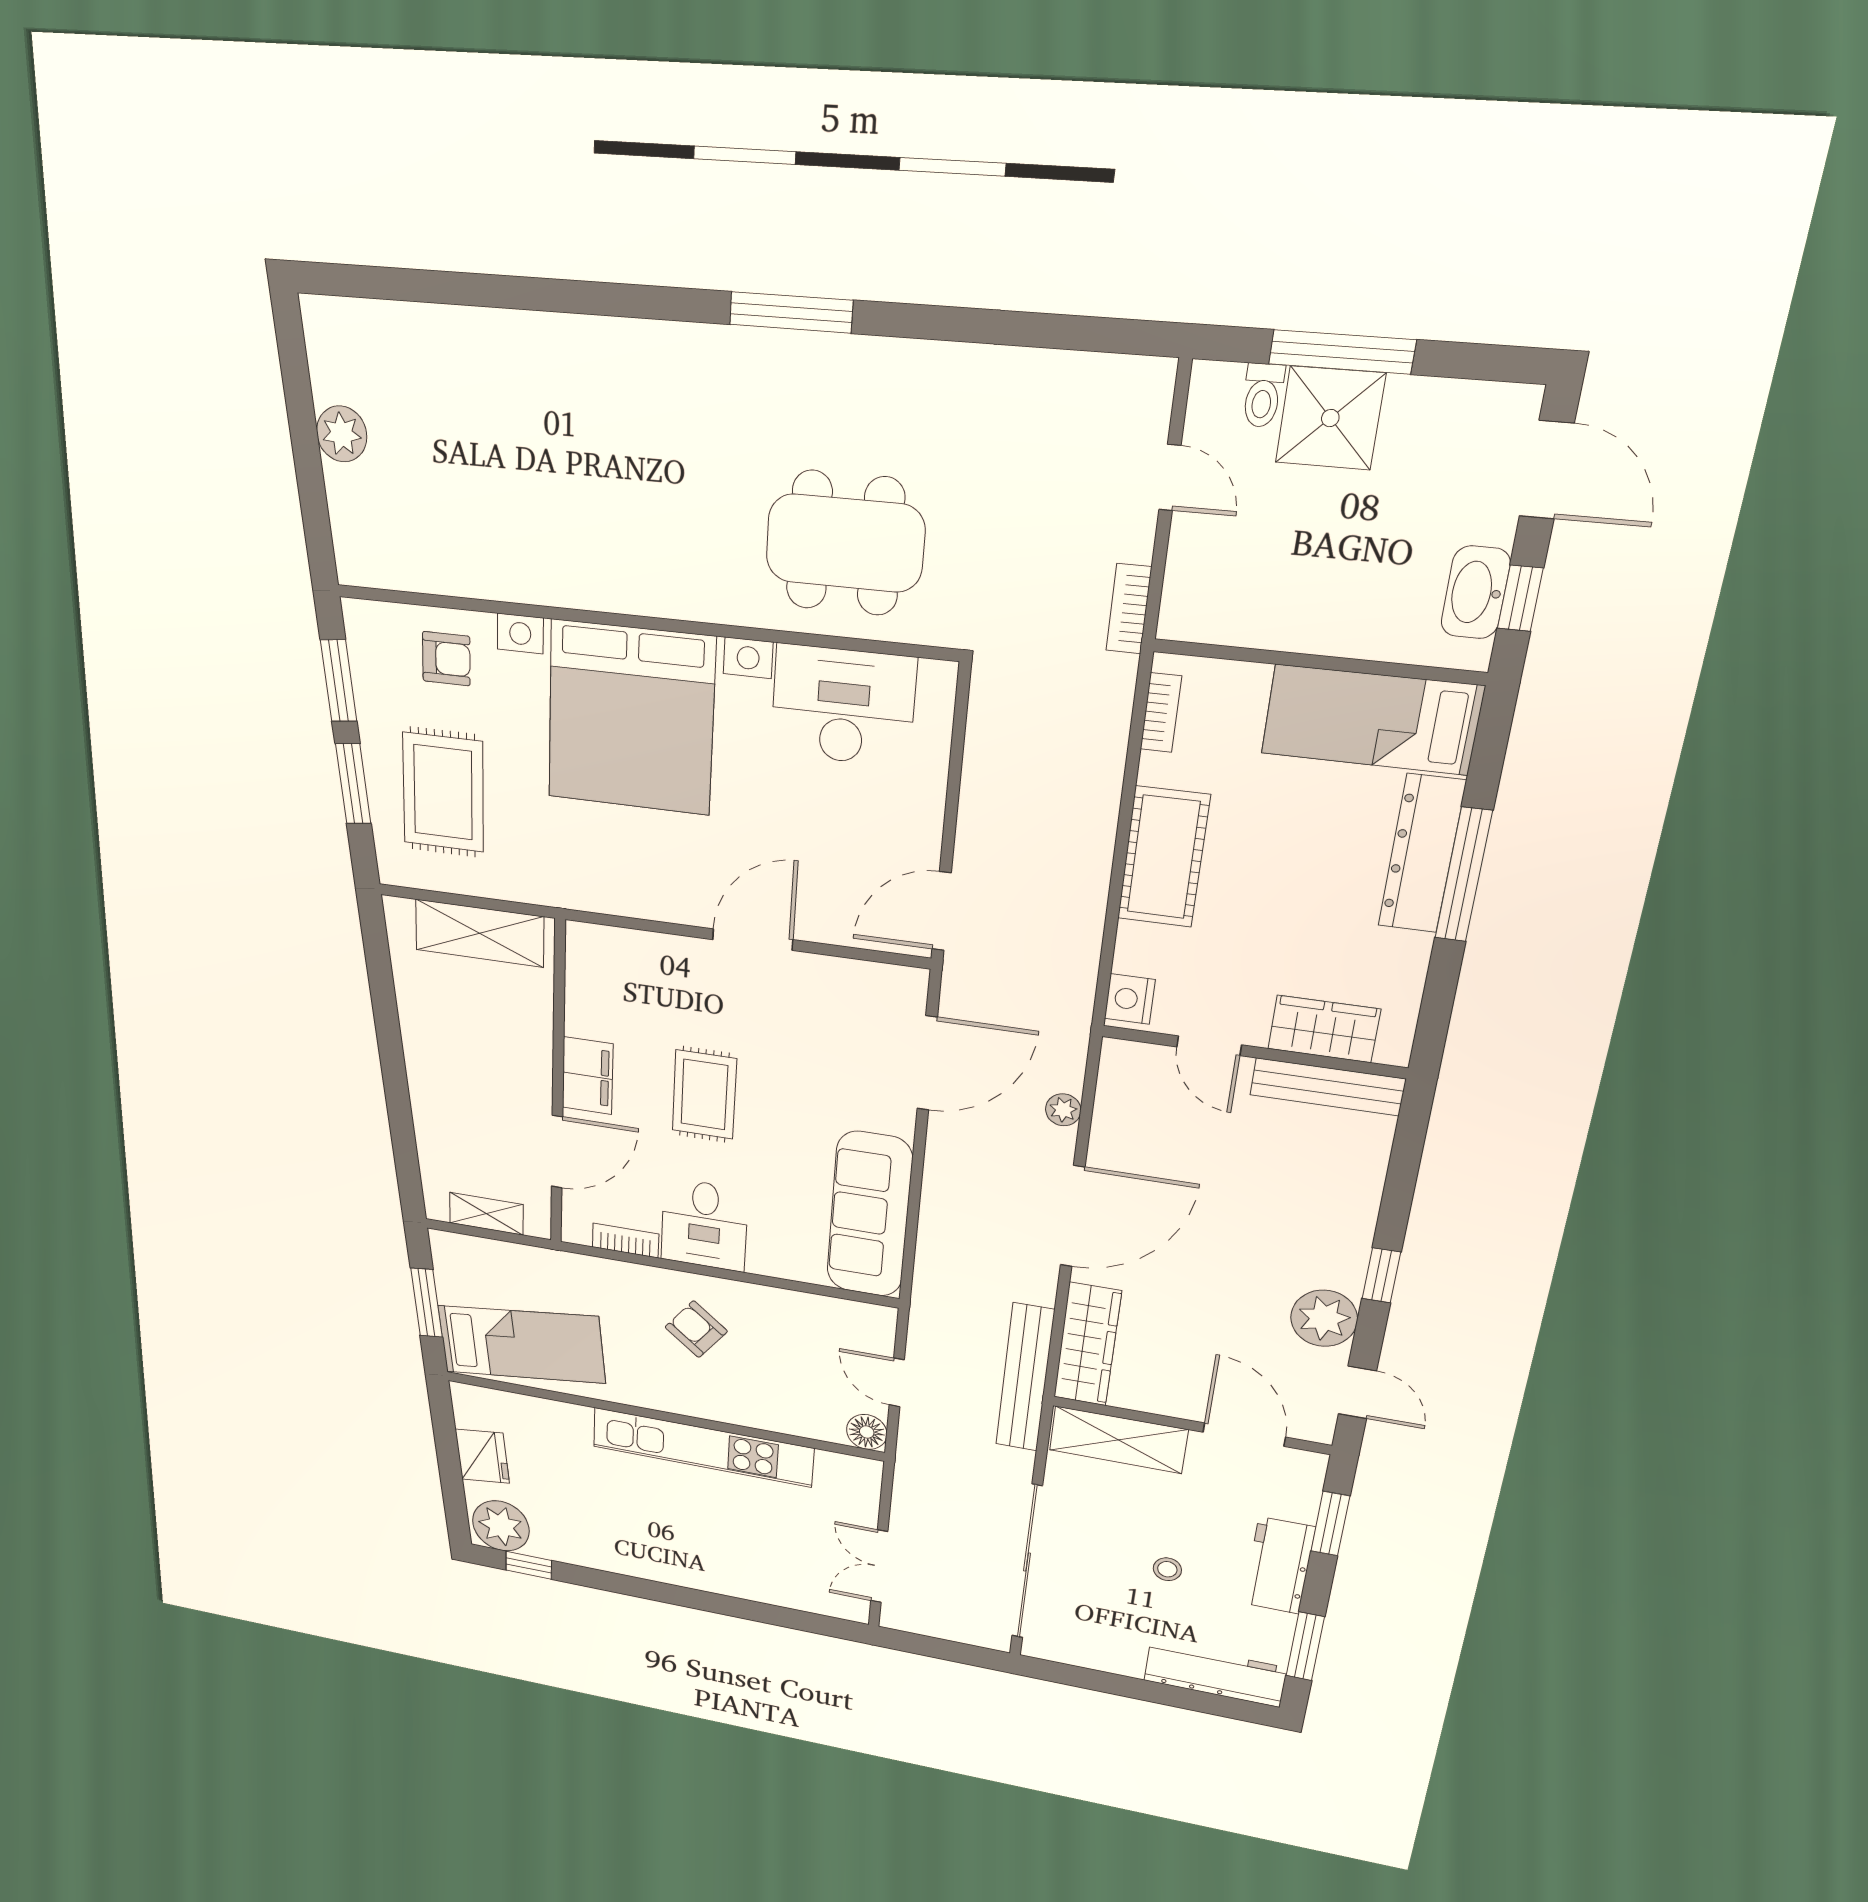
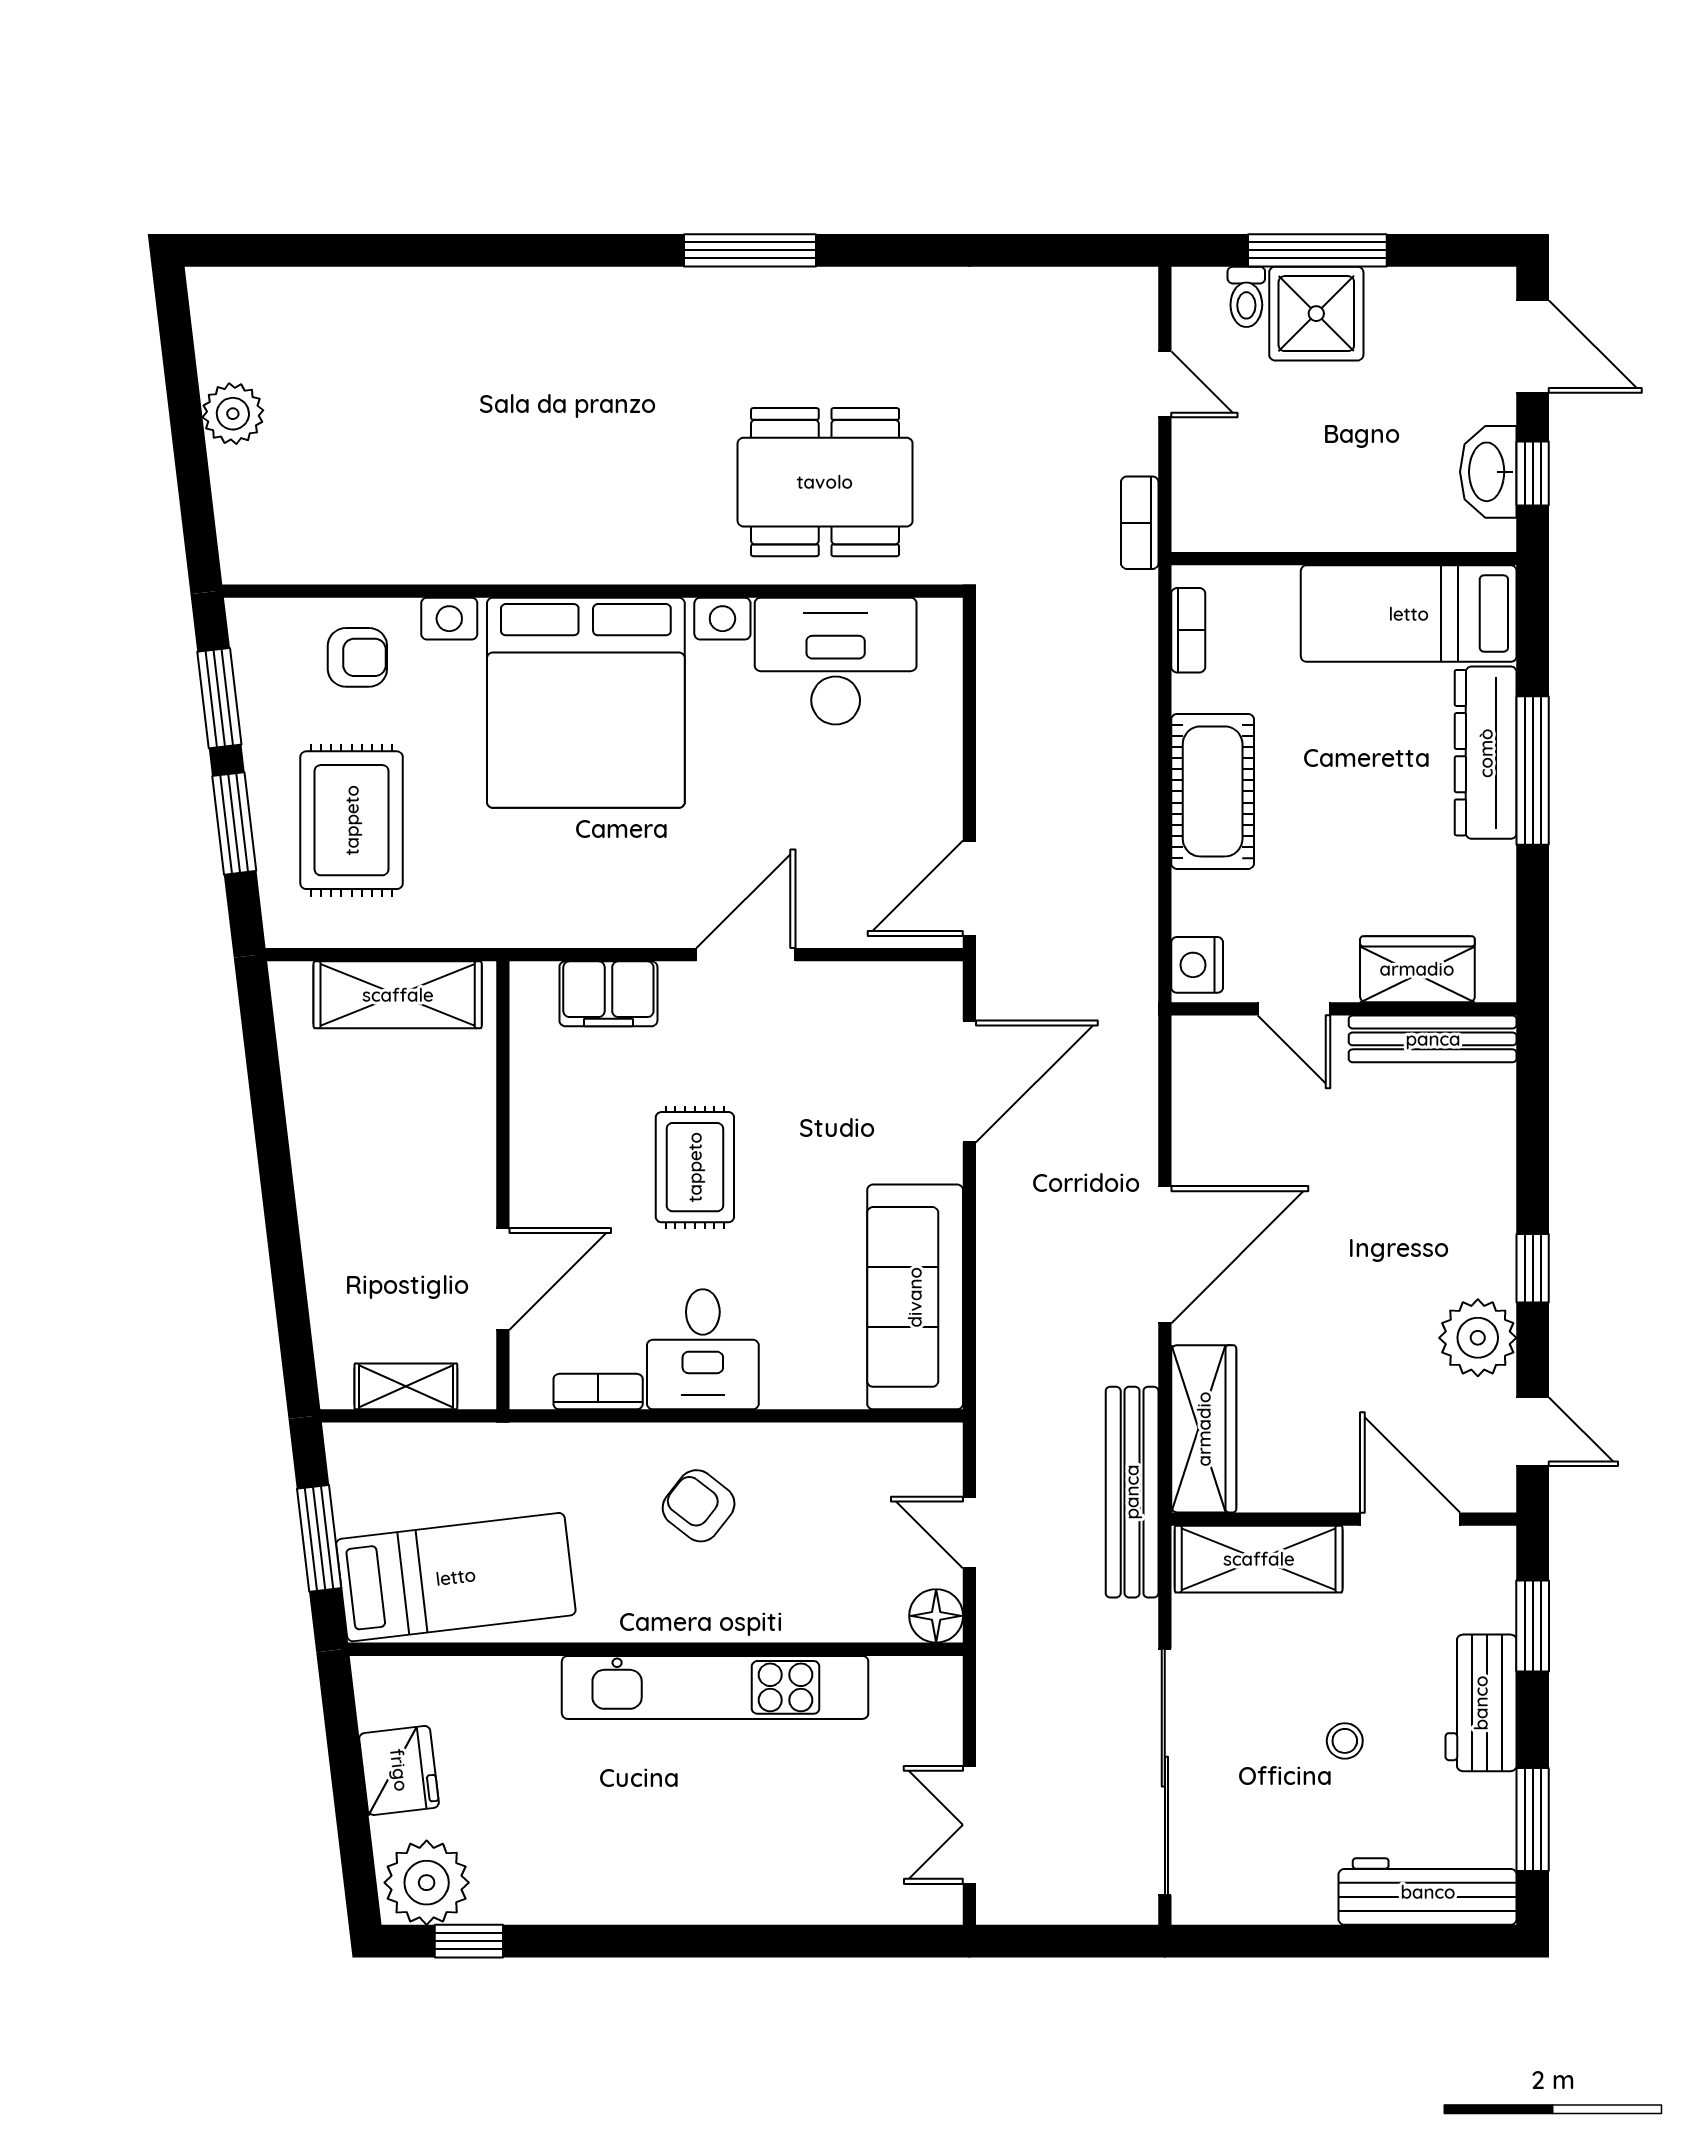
filing cabinet: (588, 1076) -> (608, 994), moved, turned 90
plant: (1063, 1110) -> (1137, 1116), removed

